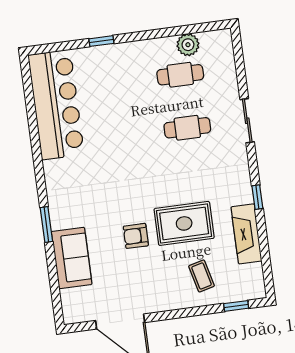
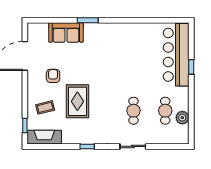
bar counter: (56, 105) -> (176, 55), moved, turned 90
fireplace: (246, 234) -> (44, 137), moved
armchair: (136, 236) -> (53, 76), moved

